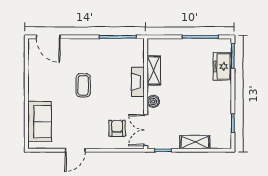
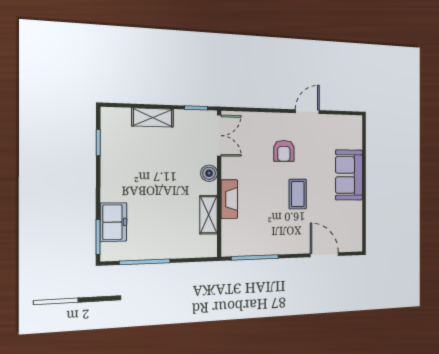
door: (48, 37) -> (324, 255), moved
sofa: (40, 122) -> (349, 175), moved
armchair: (117, 128) -> (284, 151), moved

